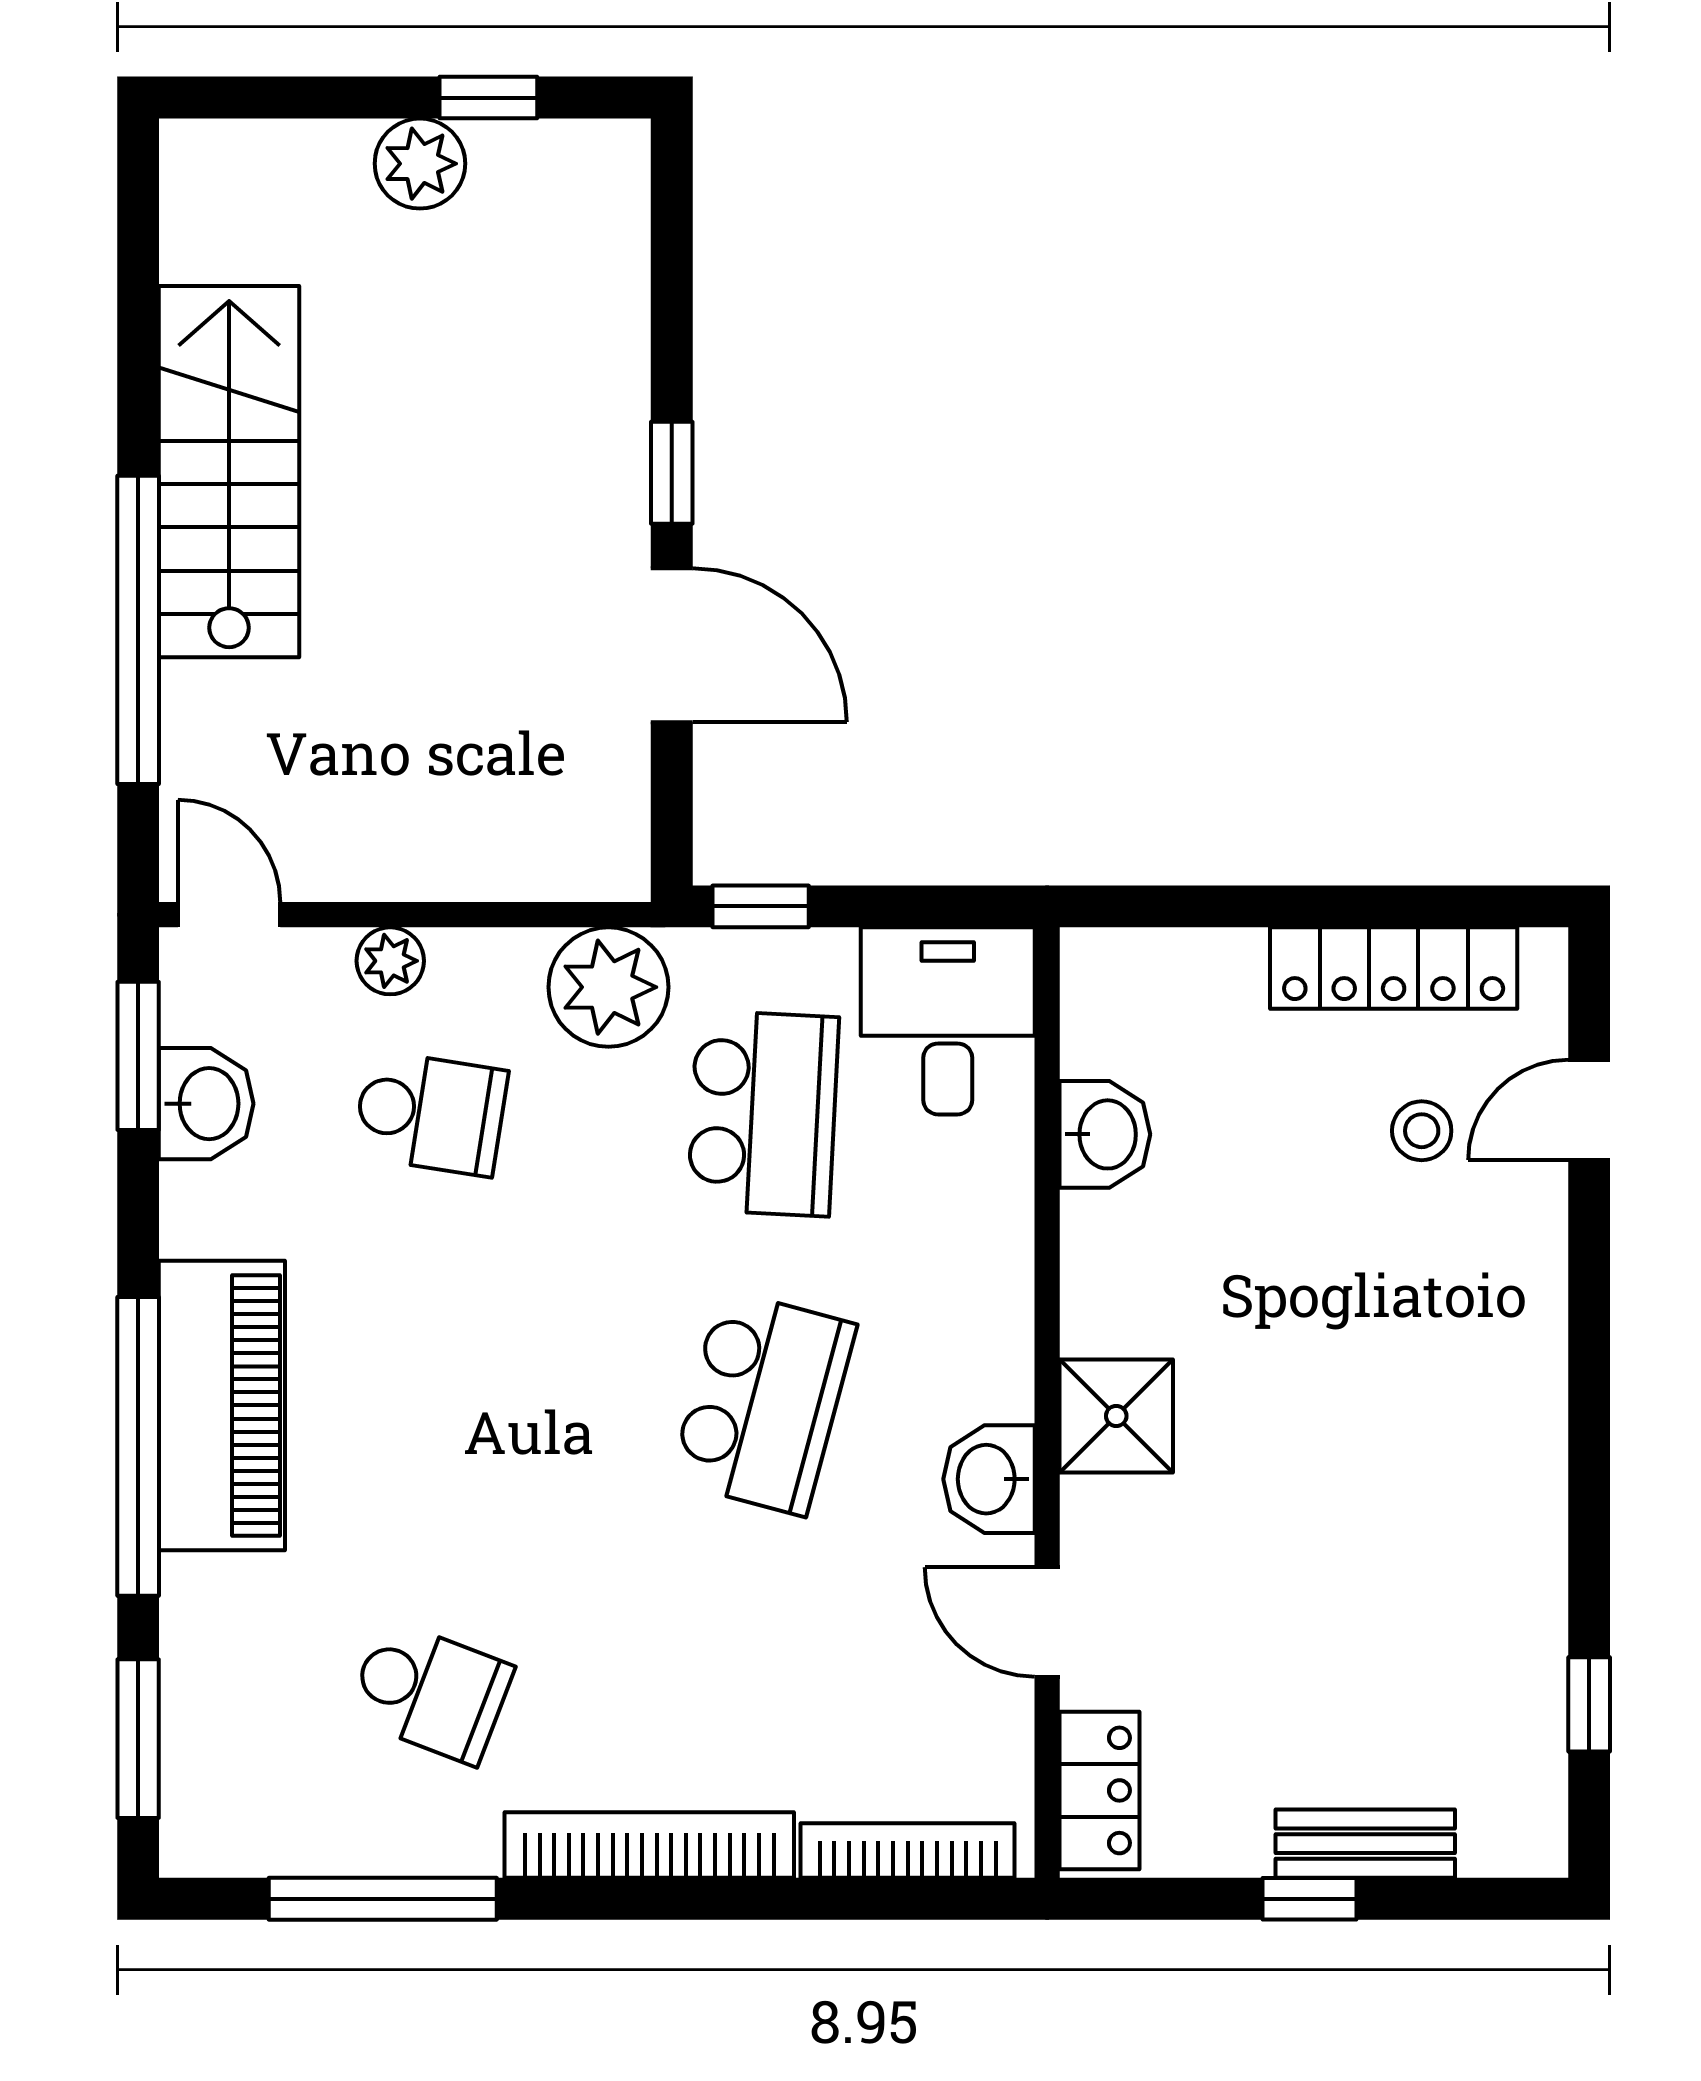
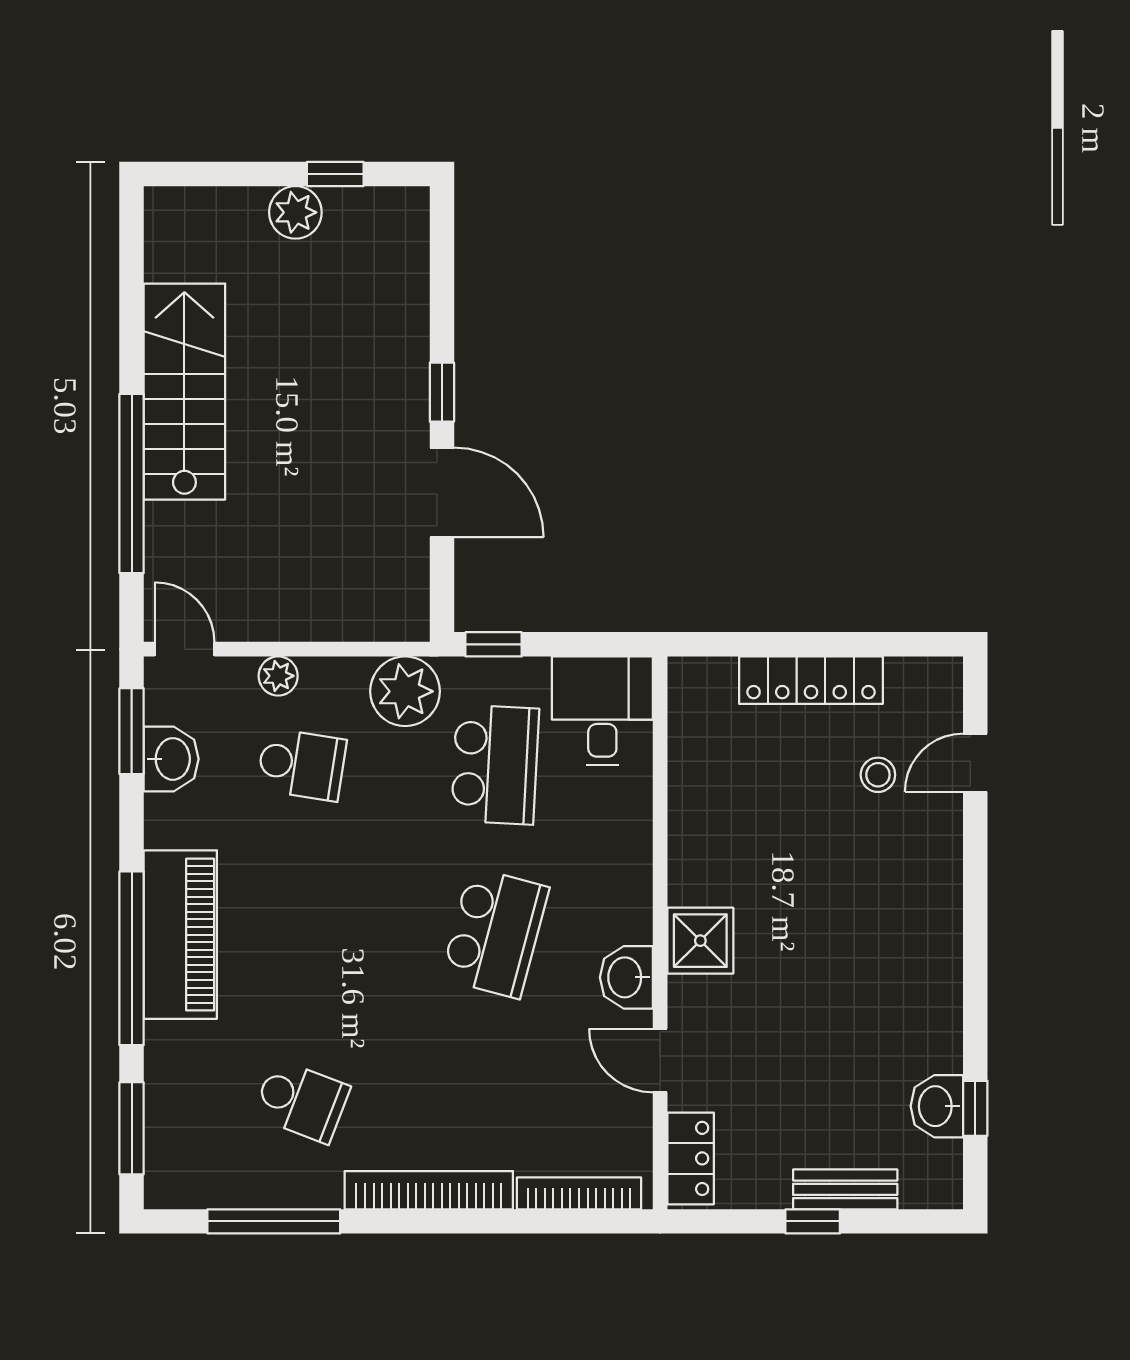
locker: (1394, 968) -> (811, 680), moved
washbasin: (1105, 1134) -> (937, 1106), moved, turned 180

